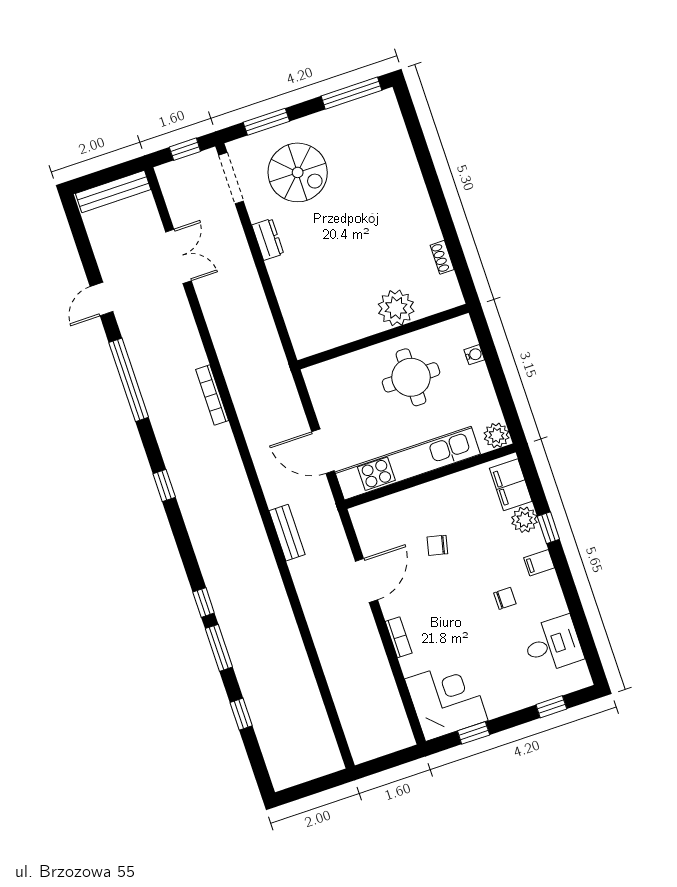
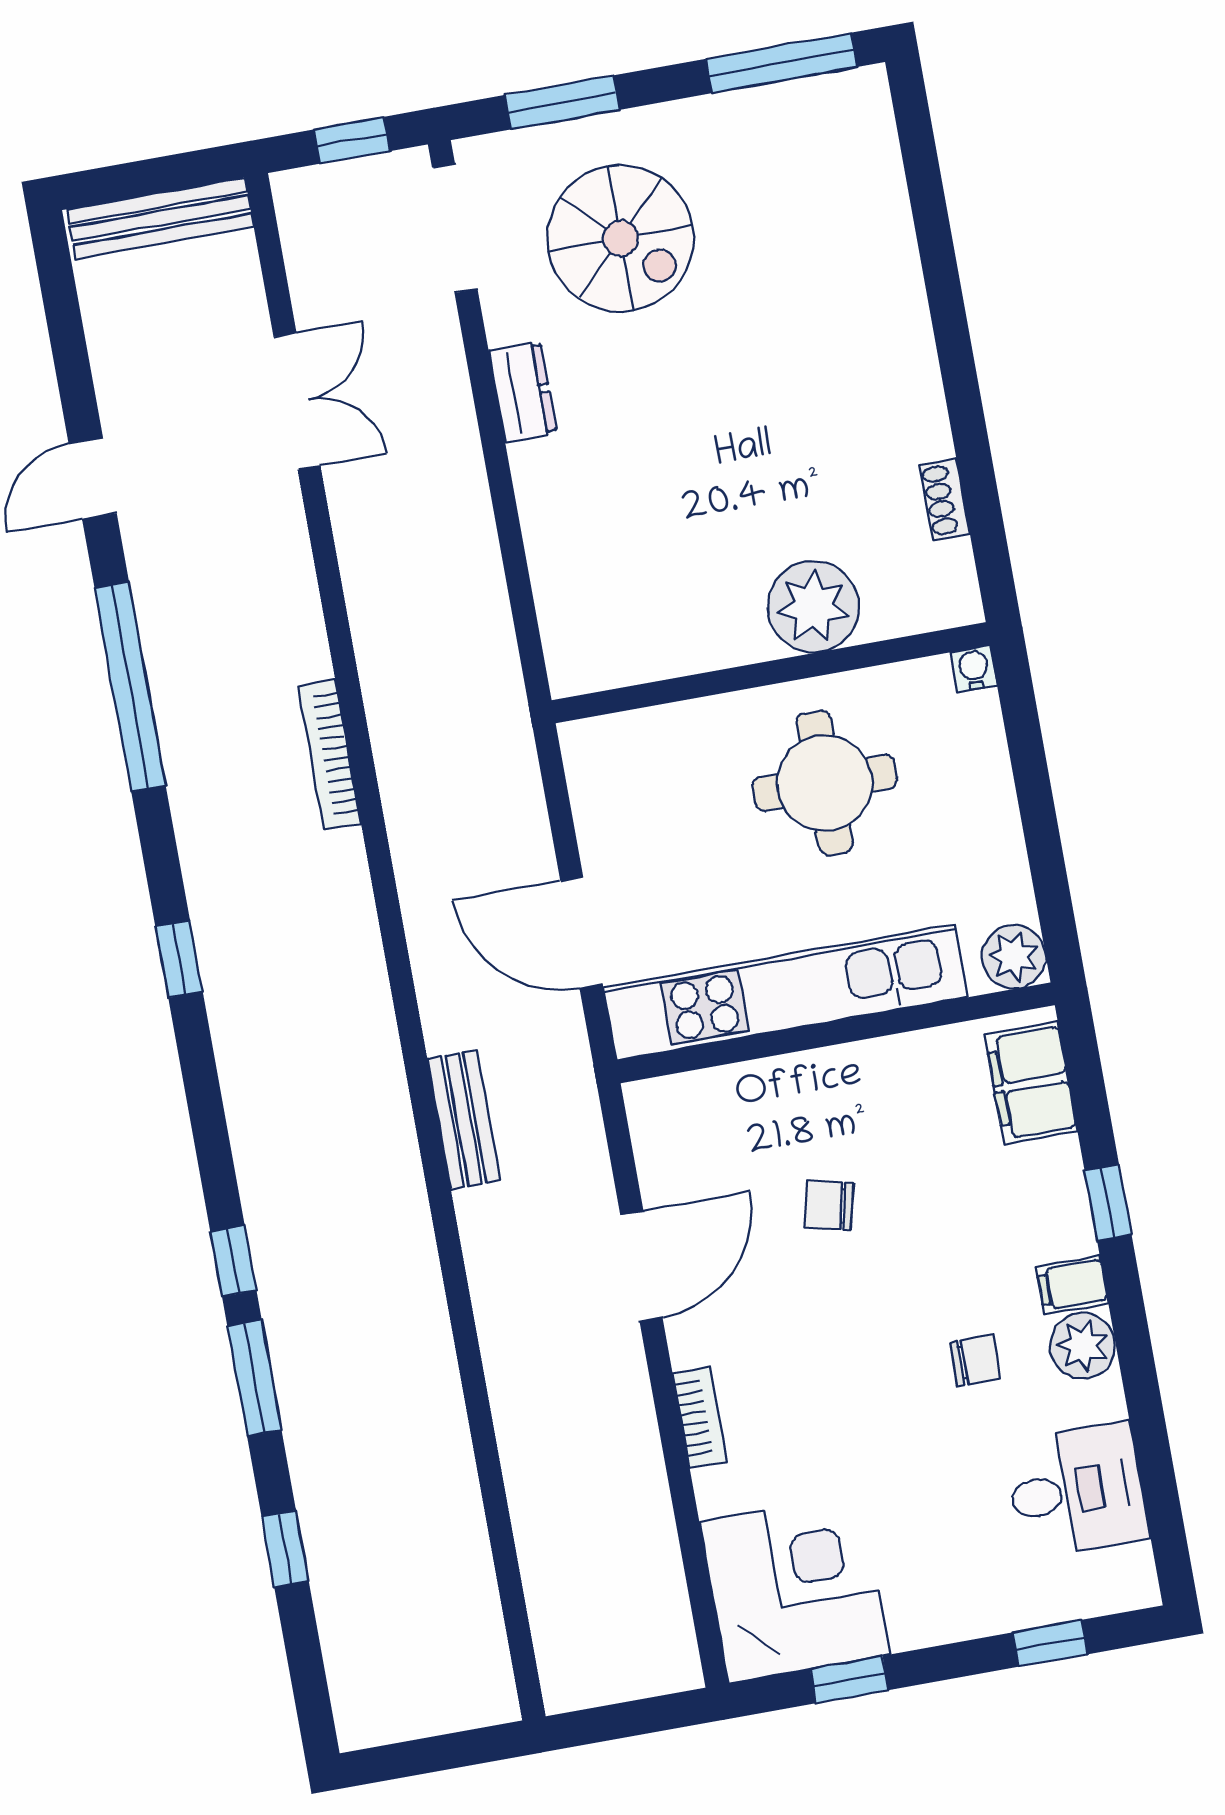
water cooler: (474, 355) -> (974, 669), moved, turned -90
plant: (524, 520) -> (1083, 1346), moved

